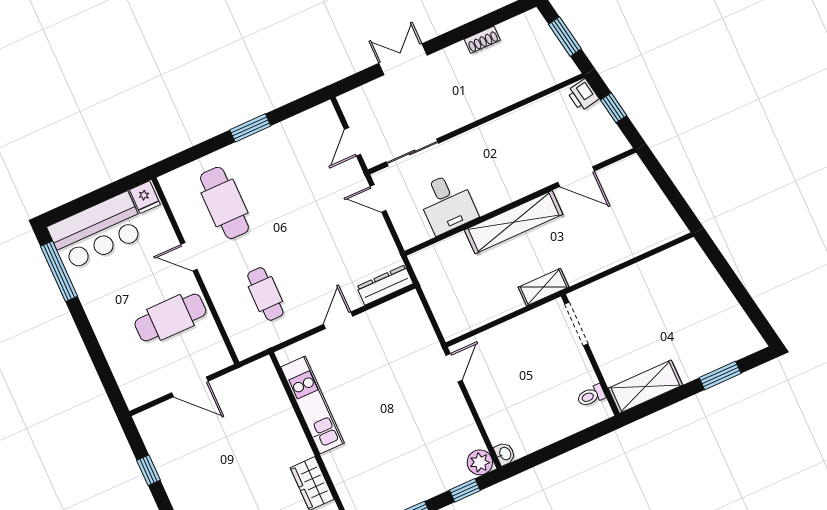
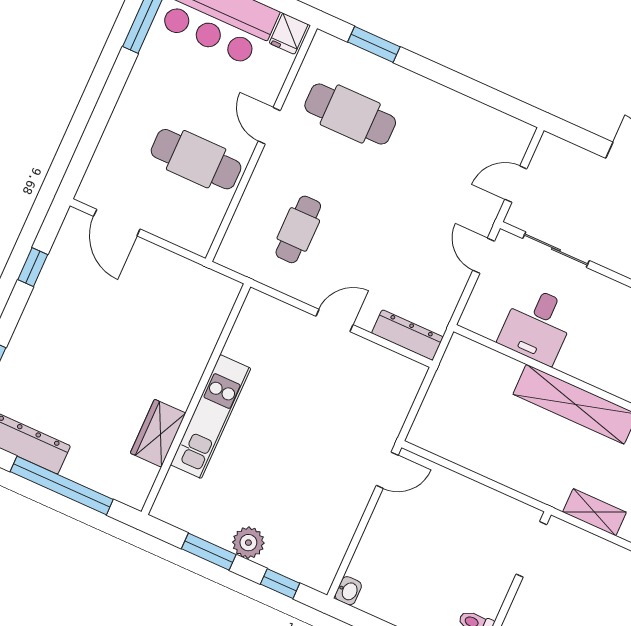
window: (250, 128) -> (374, 44), moved
cafe table: (224, 203) -> (350, 114), turned 90
shelving: (543, 287) -> (595, 512), moved
door: (190, 387) -> (117, 223), moved
kitchen unit: (312, 405) -> (211, 417), moved
plant: (480, 462) -> (248, 543), moved

